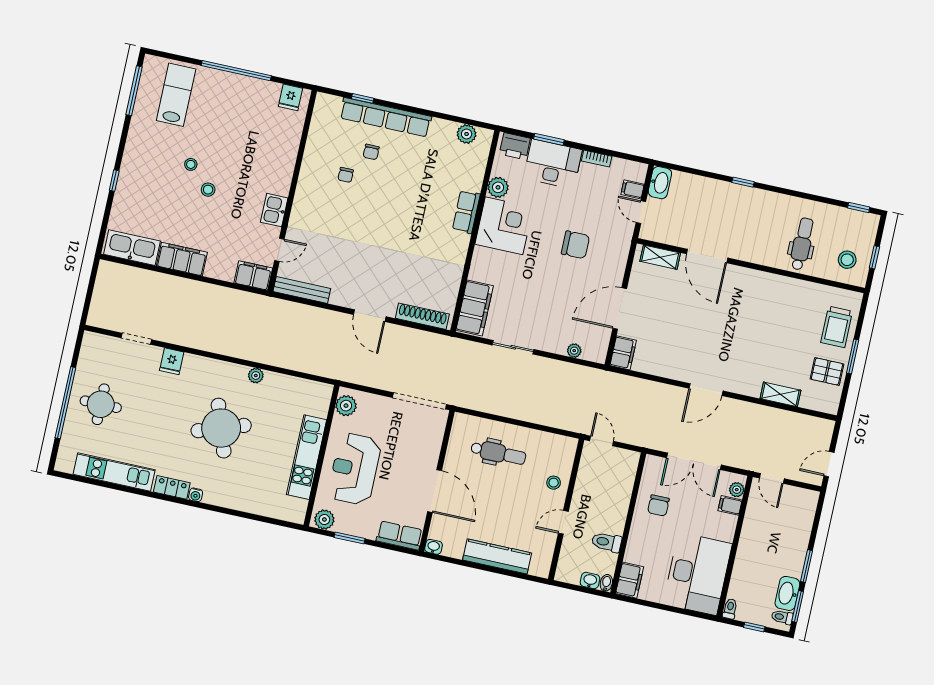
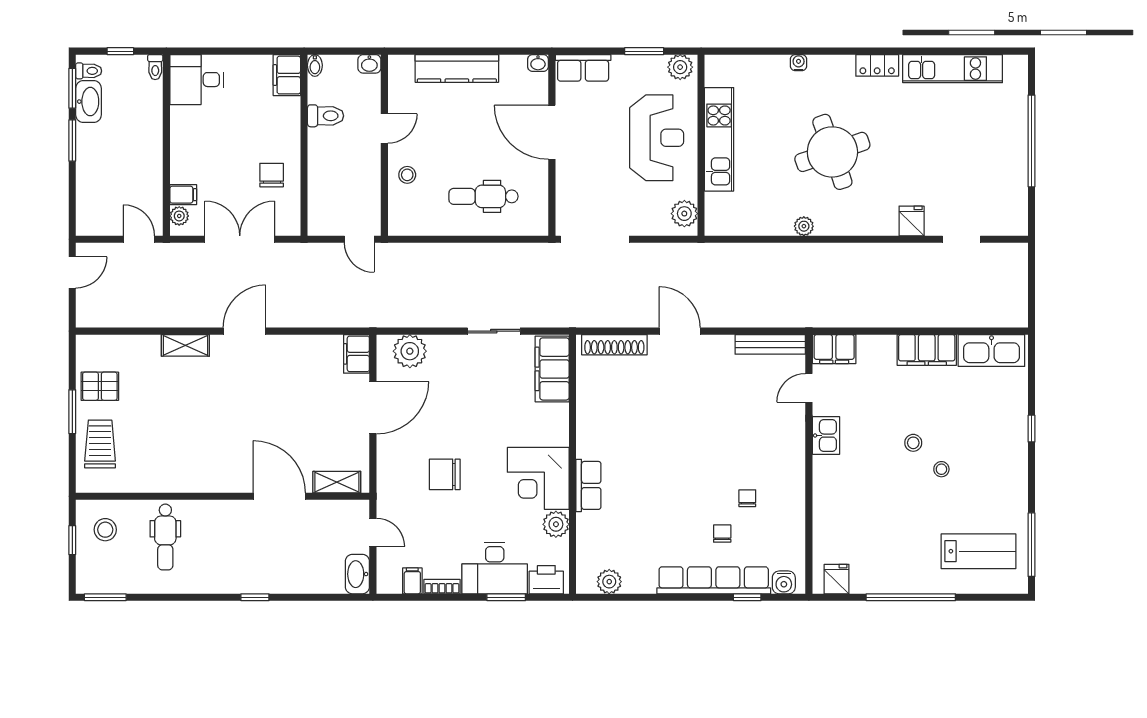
lab bench: (176, 95) -> (978, 551), turned -90
water cooler: (332, 104) -> (784, 582), added
filing cabinet: (633, 189) -> (412, 581), moved, turned -90
window: (859, 208) -> (105, 597), width x1.50
plant: (574, 351) -> (410, 351), width x1.88, depth x1.88
shelving: (780, 394) -> (185, 345), moved
round table: (101, 404) -> (988, 149), removed
water cooler: (196, 495) -> (799, 63), moved
desk: (697, 574) -> (197, 80), width x0.53, depth x0.77
washbasin: (590, 581) -> (369, 64), moved

